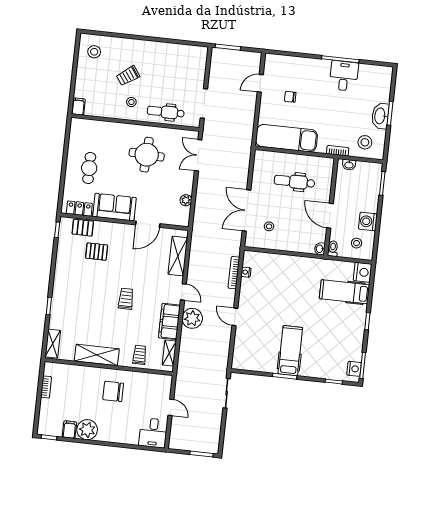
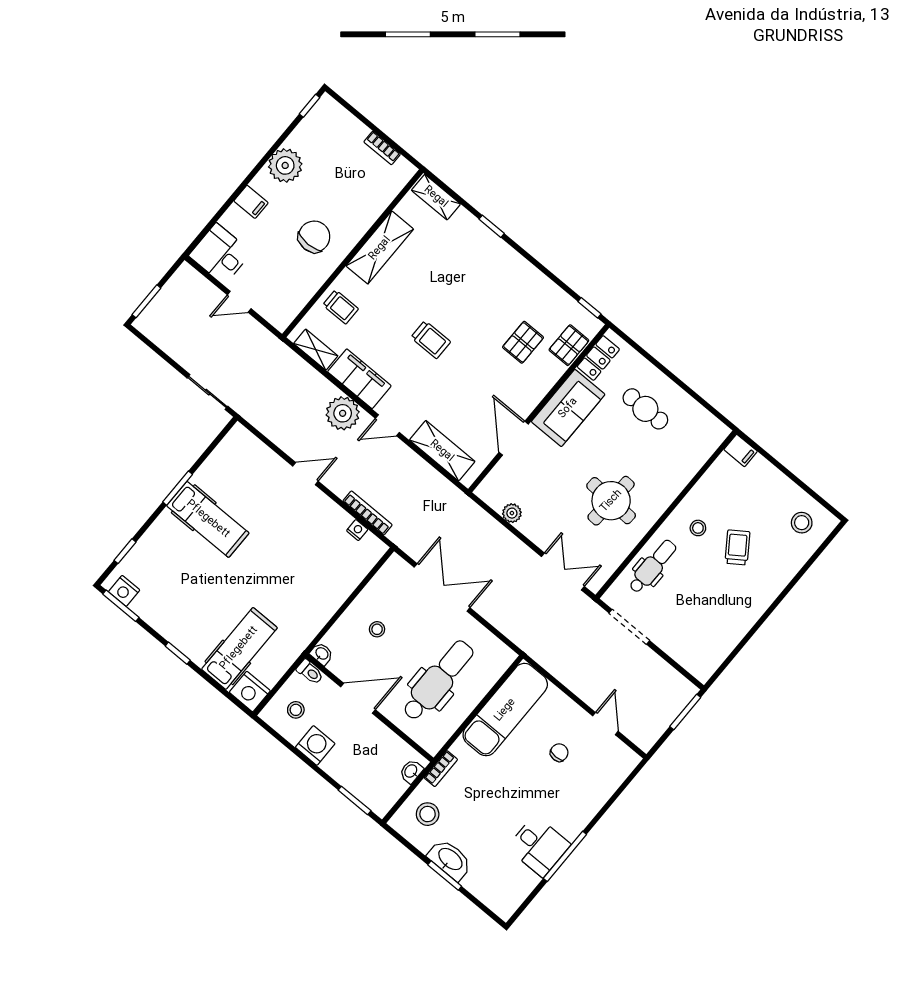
dental chair: (294, 182) -> (438, 680), width x1.36, depth x1.38
stool: (269, 226) -> (377, 629), moved
filing cabinet: (69, 430) -> (251, 202), moved

